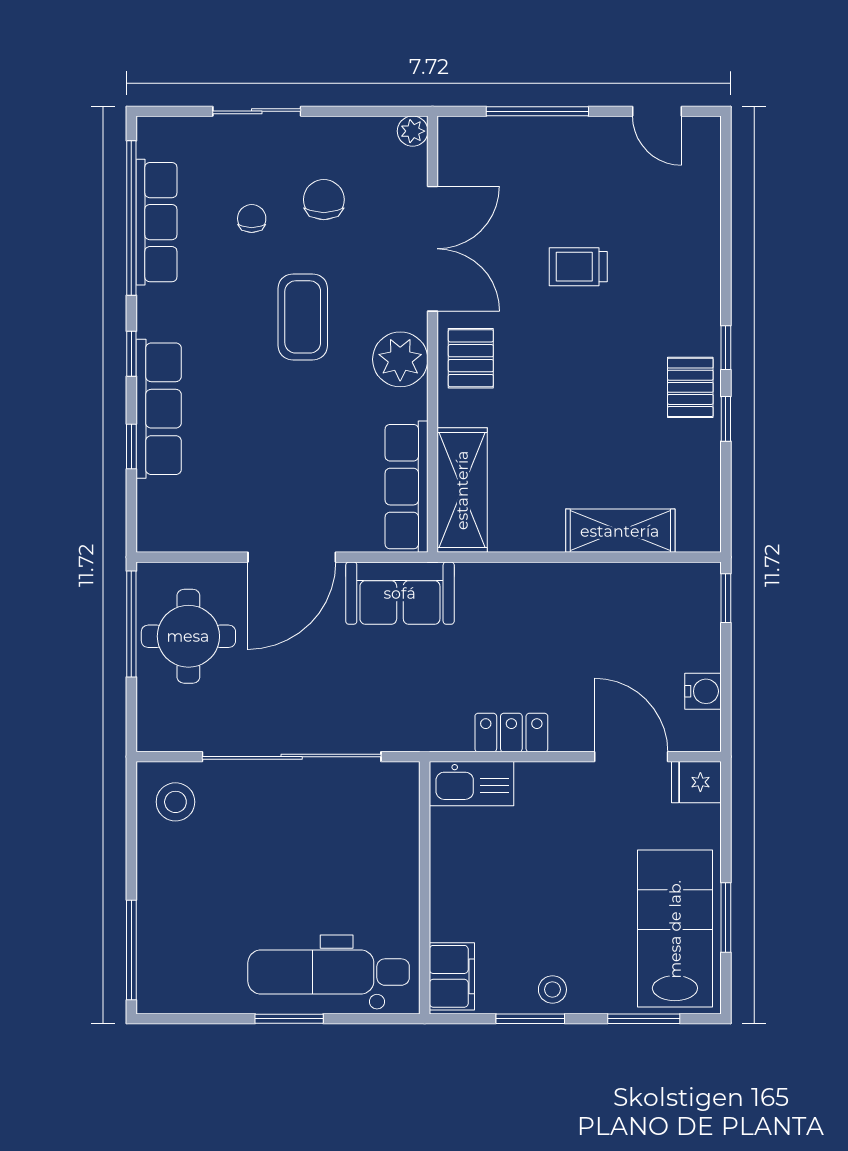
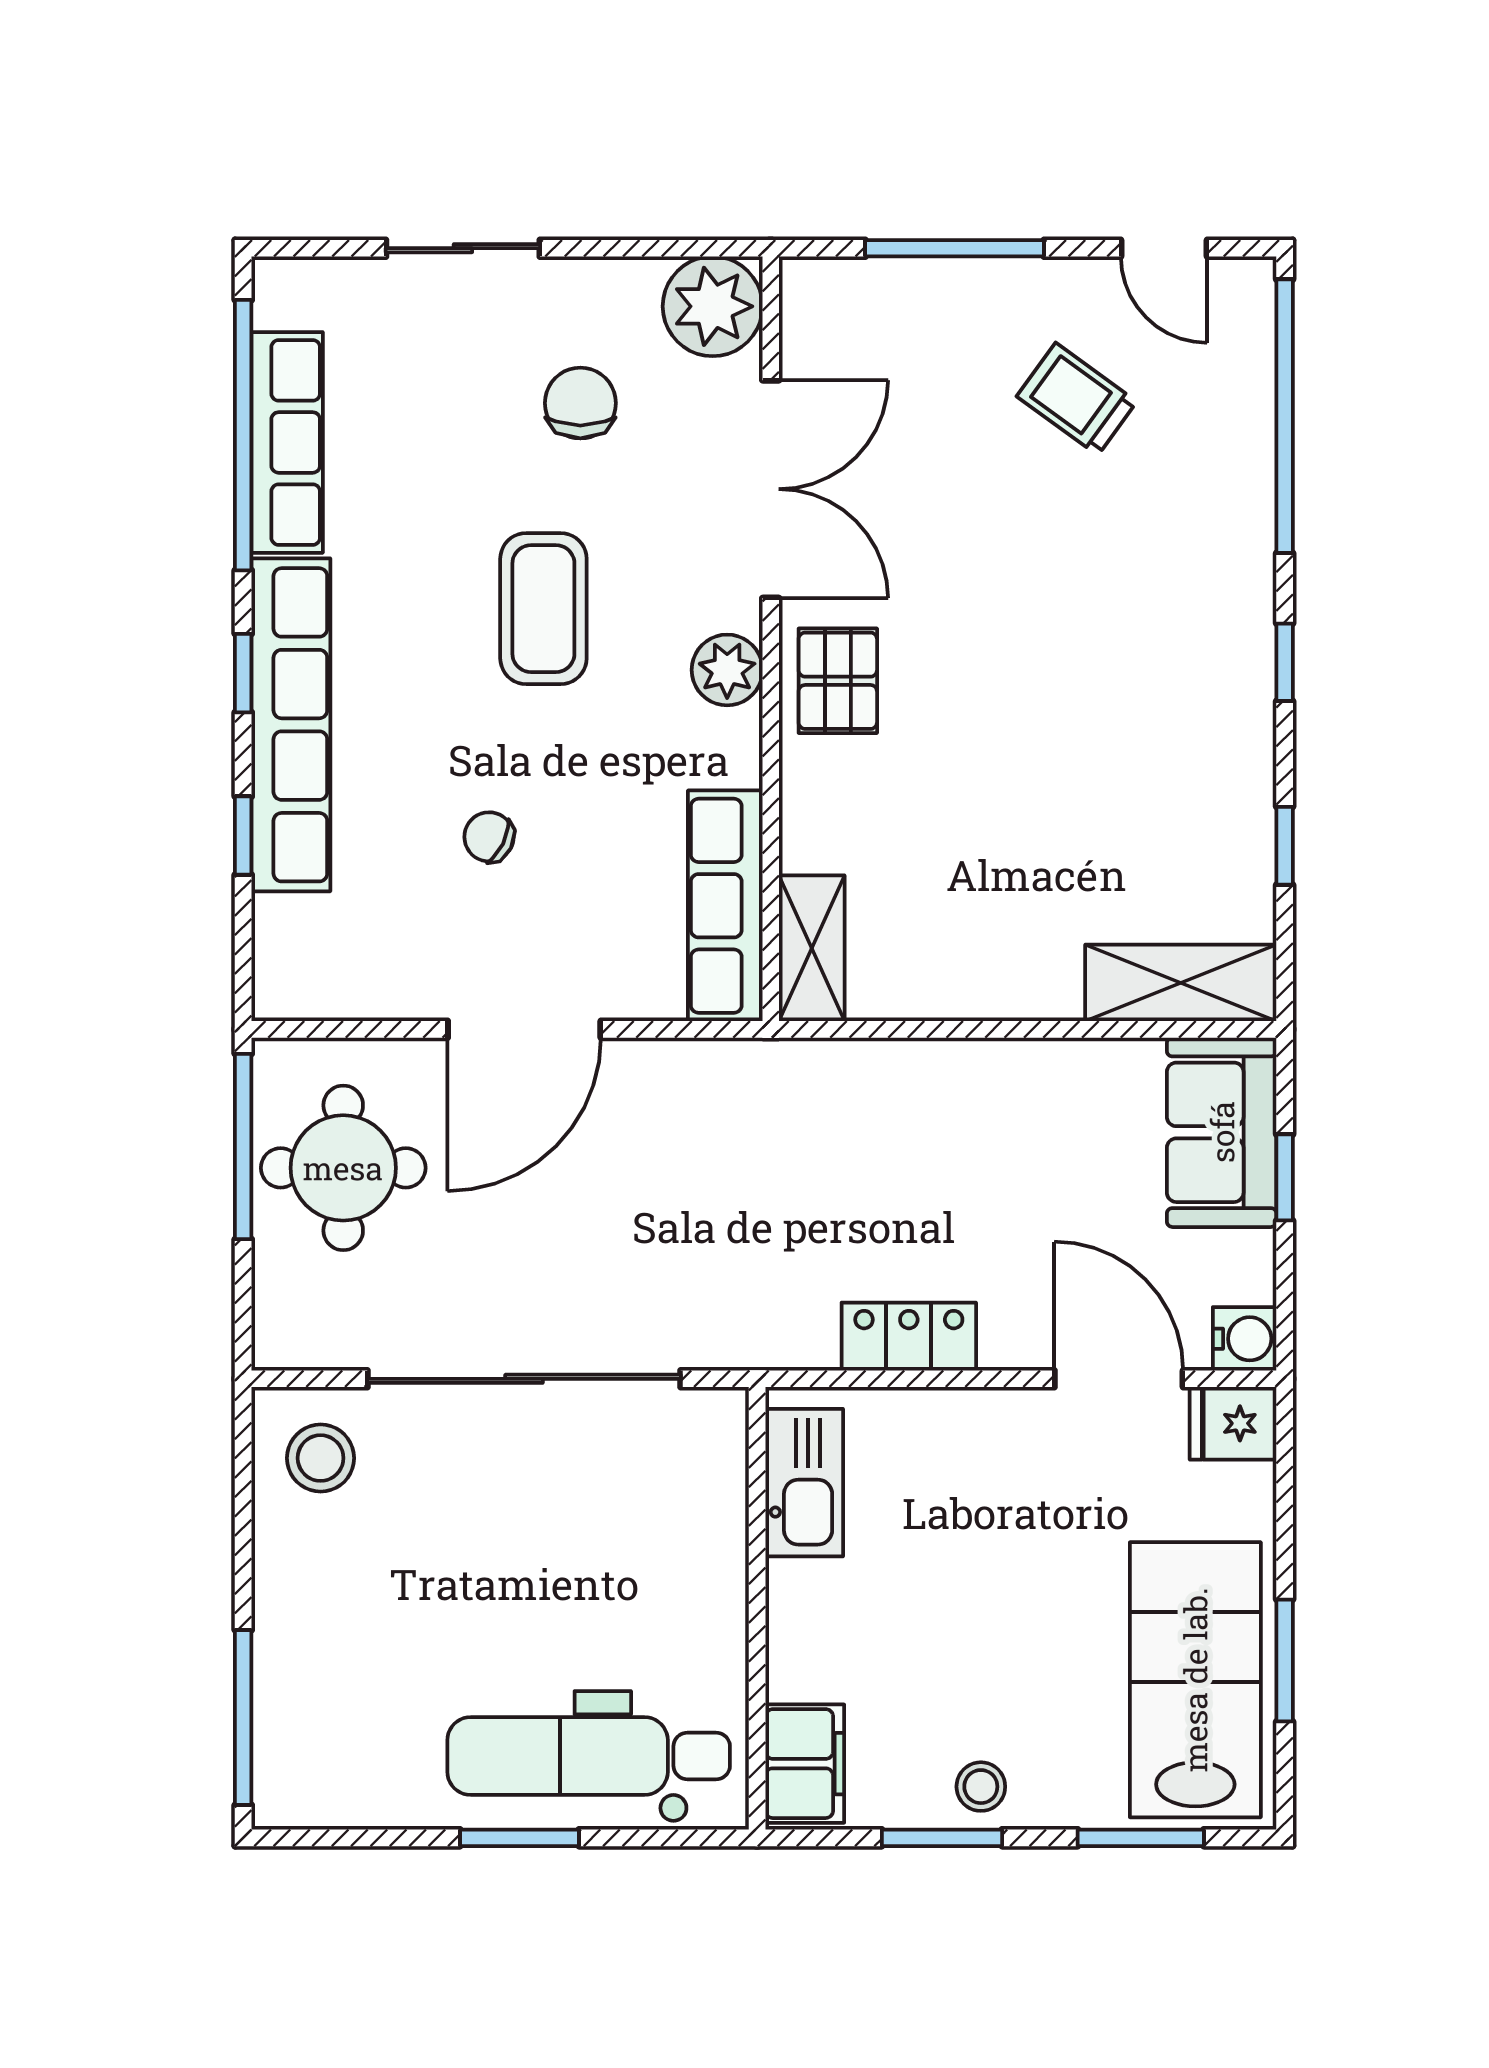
plant: (413, 131) -> (713, 306), width x1.87, depth x1.87
window: (726, 207) -> (1285, 416), added
chair: (252, 219) -> (489, 837), moved, turned -64
trolley: (578, 267) -> (1077, 399), moved, turned 36
plant: (400, 359) -> (727, 670), width x0.73, depth x0.73
pallet: (690, 387) -> (1222, 732), removed
row of seats: (159, 409) -> (291, 725), width x1.36
window: (726, 419) -> (1285, 846), moved
shelving: (462, 490) -> (812, 948), width x0.67, depth x0.75
shelving: (620, 531) -> (1181, 983), moved
sofa: (400, 593) -> (1222, 1132), moved, turned 90
window: (726, 598) -> (1285, 1177), moved
water cooler: (703, 691) -> (1245, 1339), moved
kitchen sink: (472, 784) -> (804, 1483), moved, turned -90

